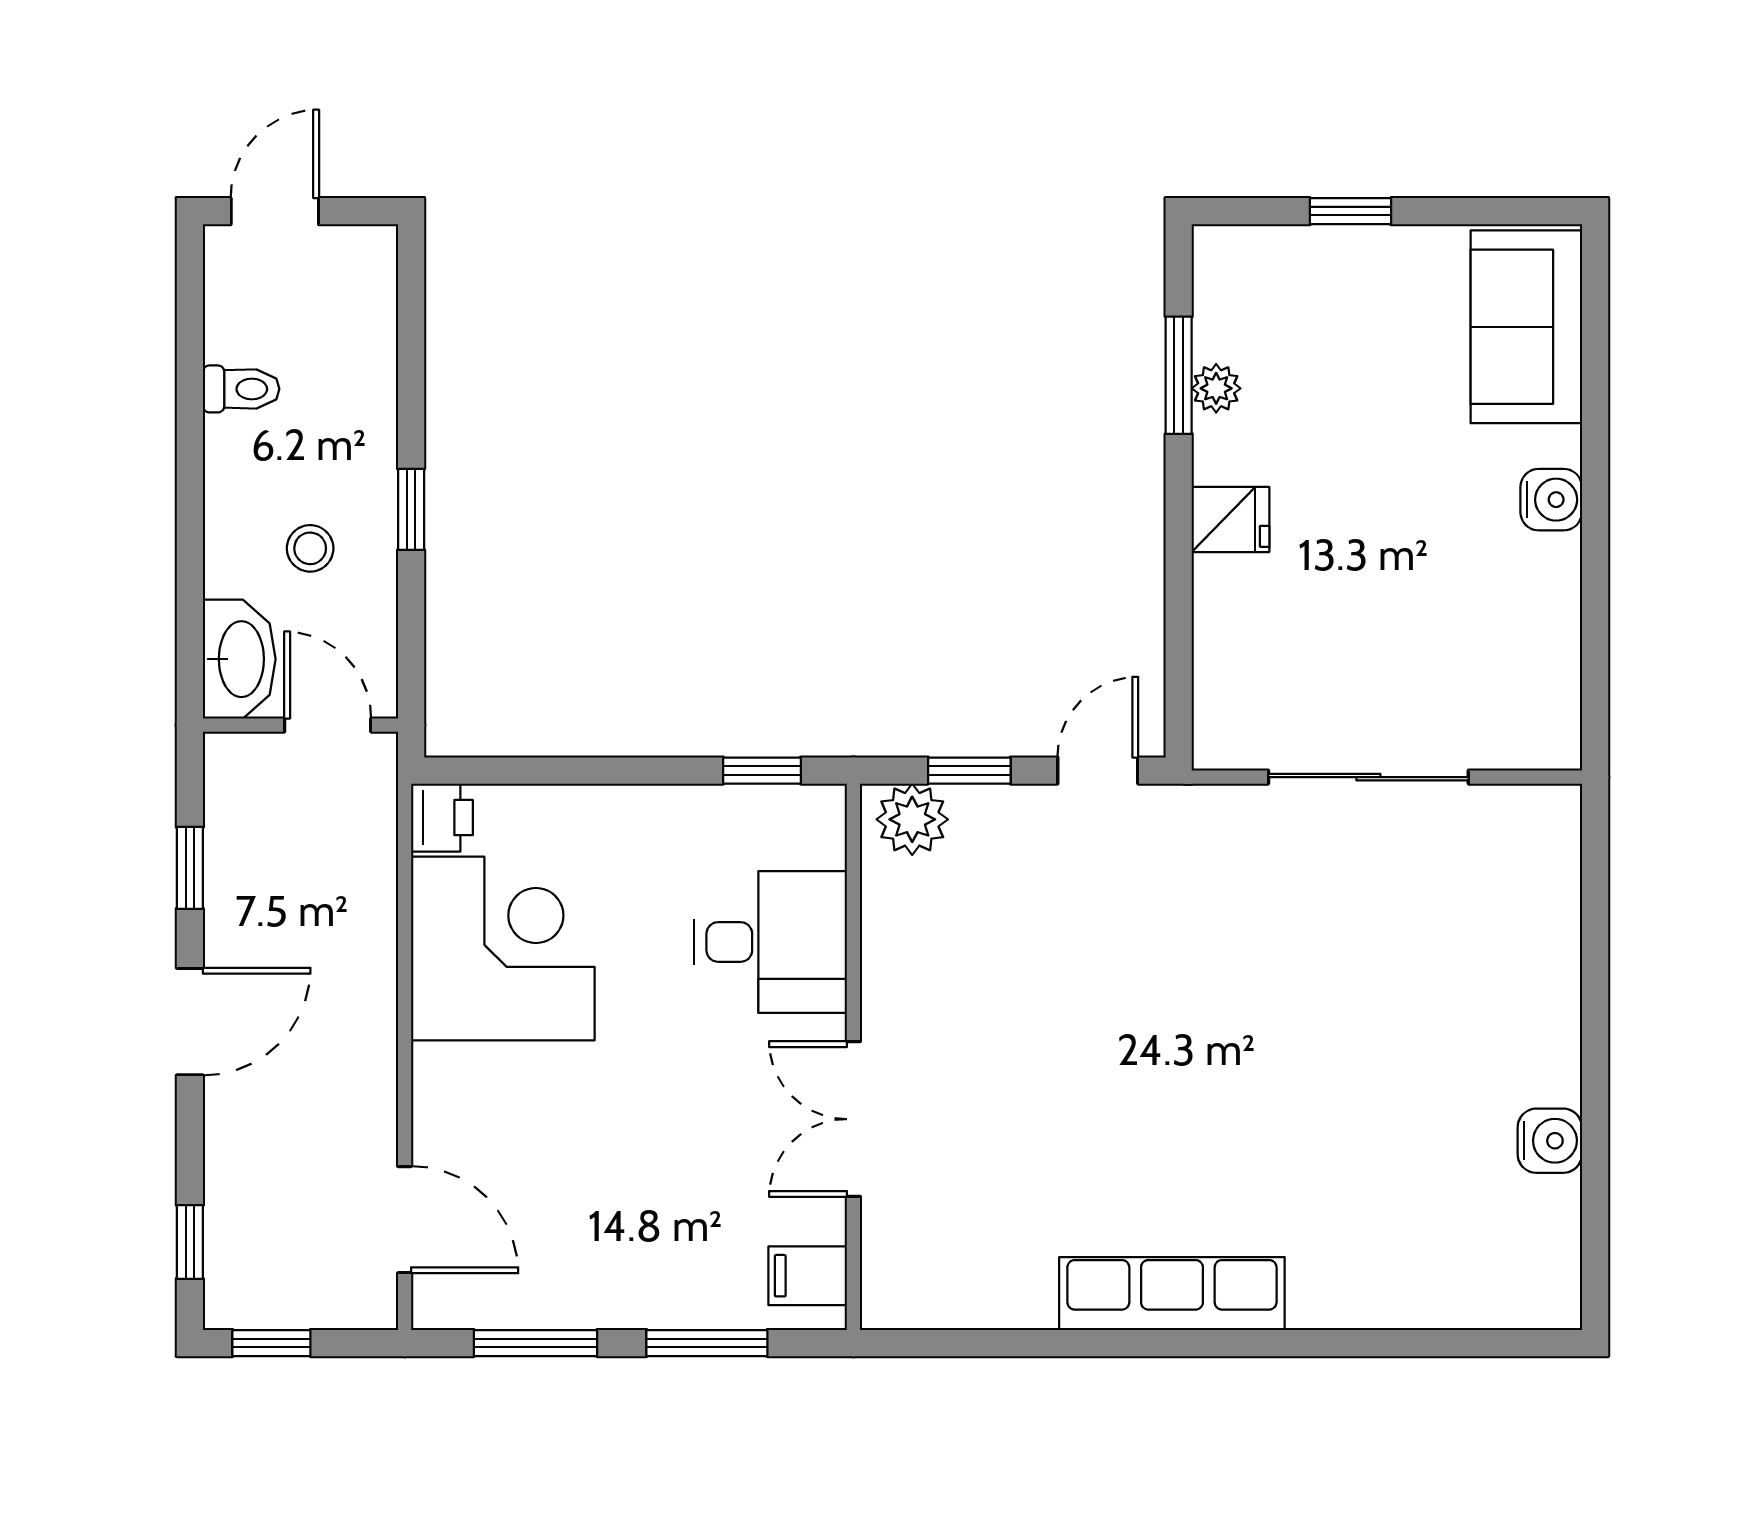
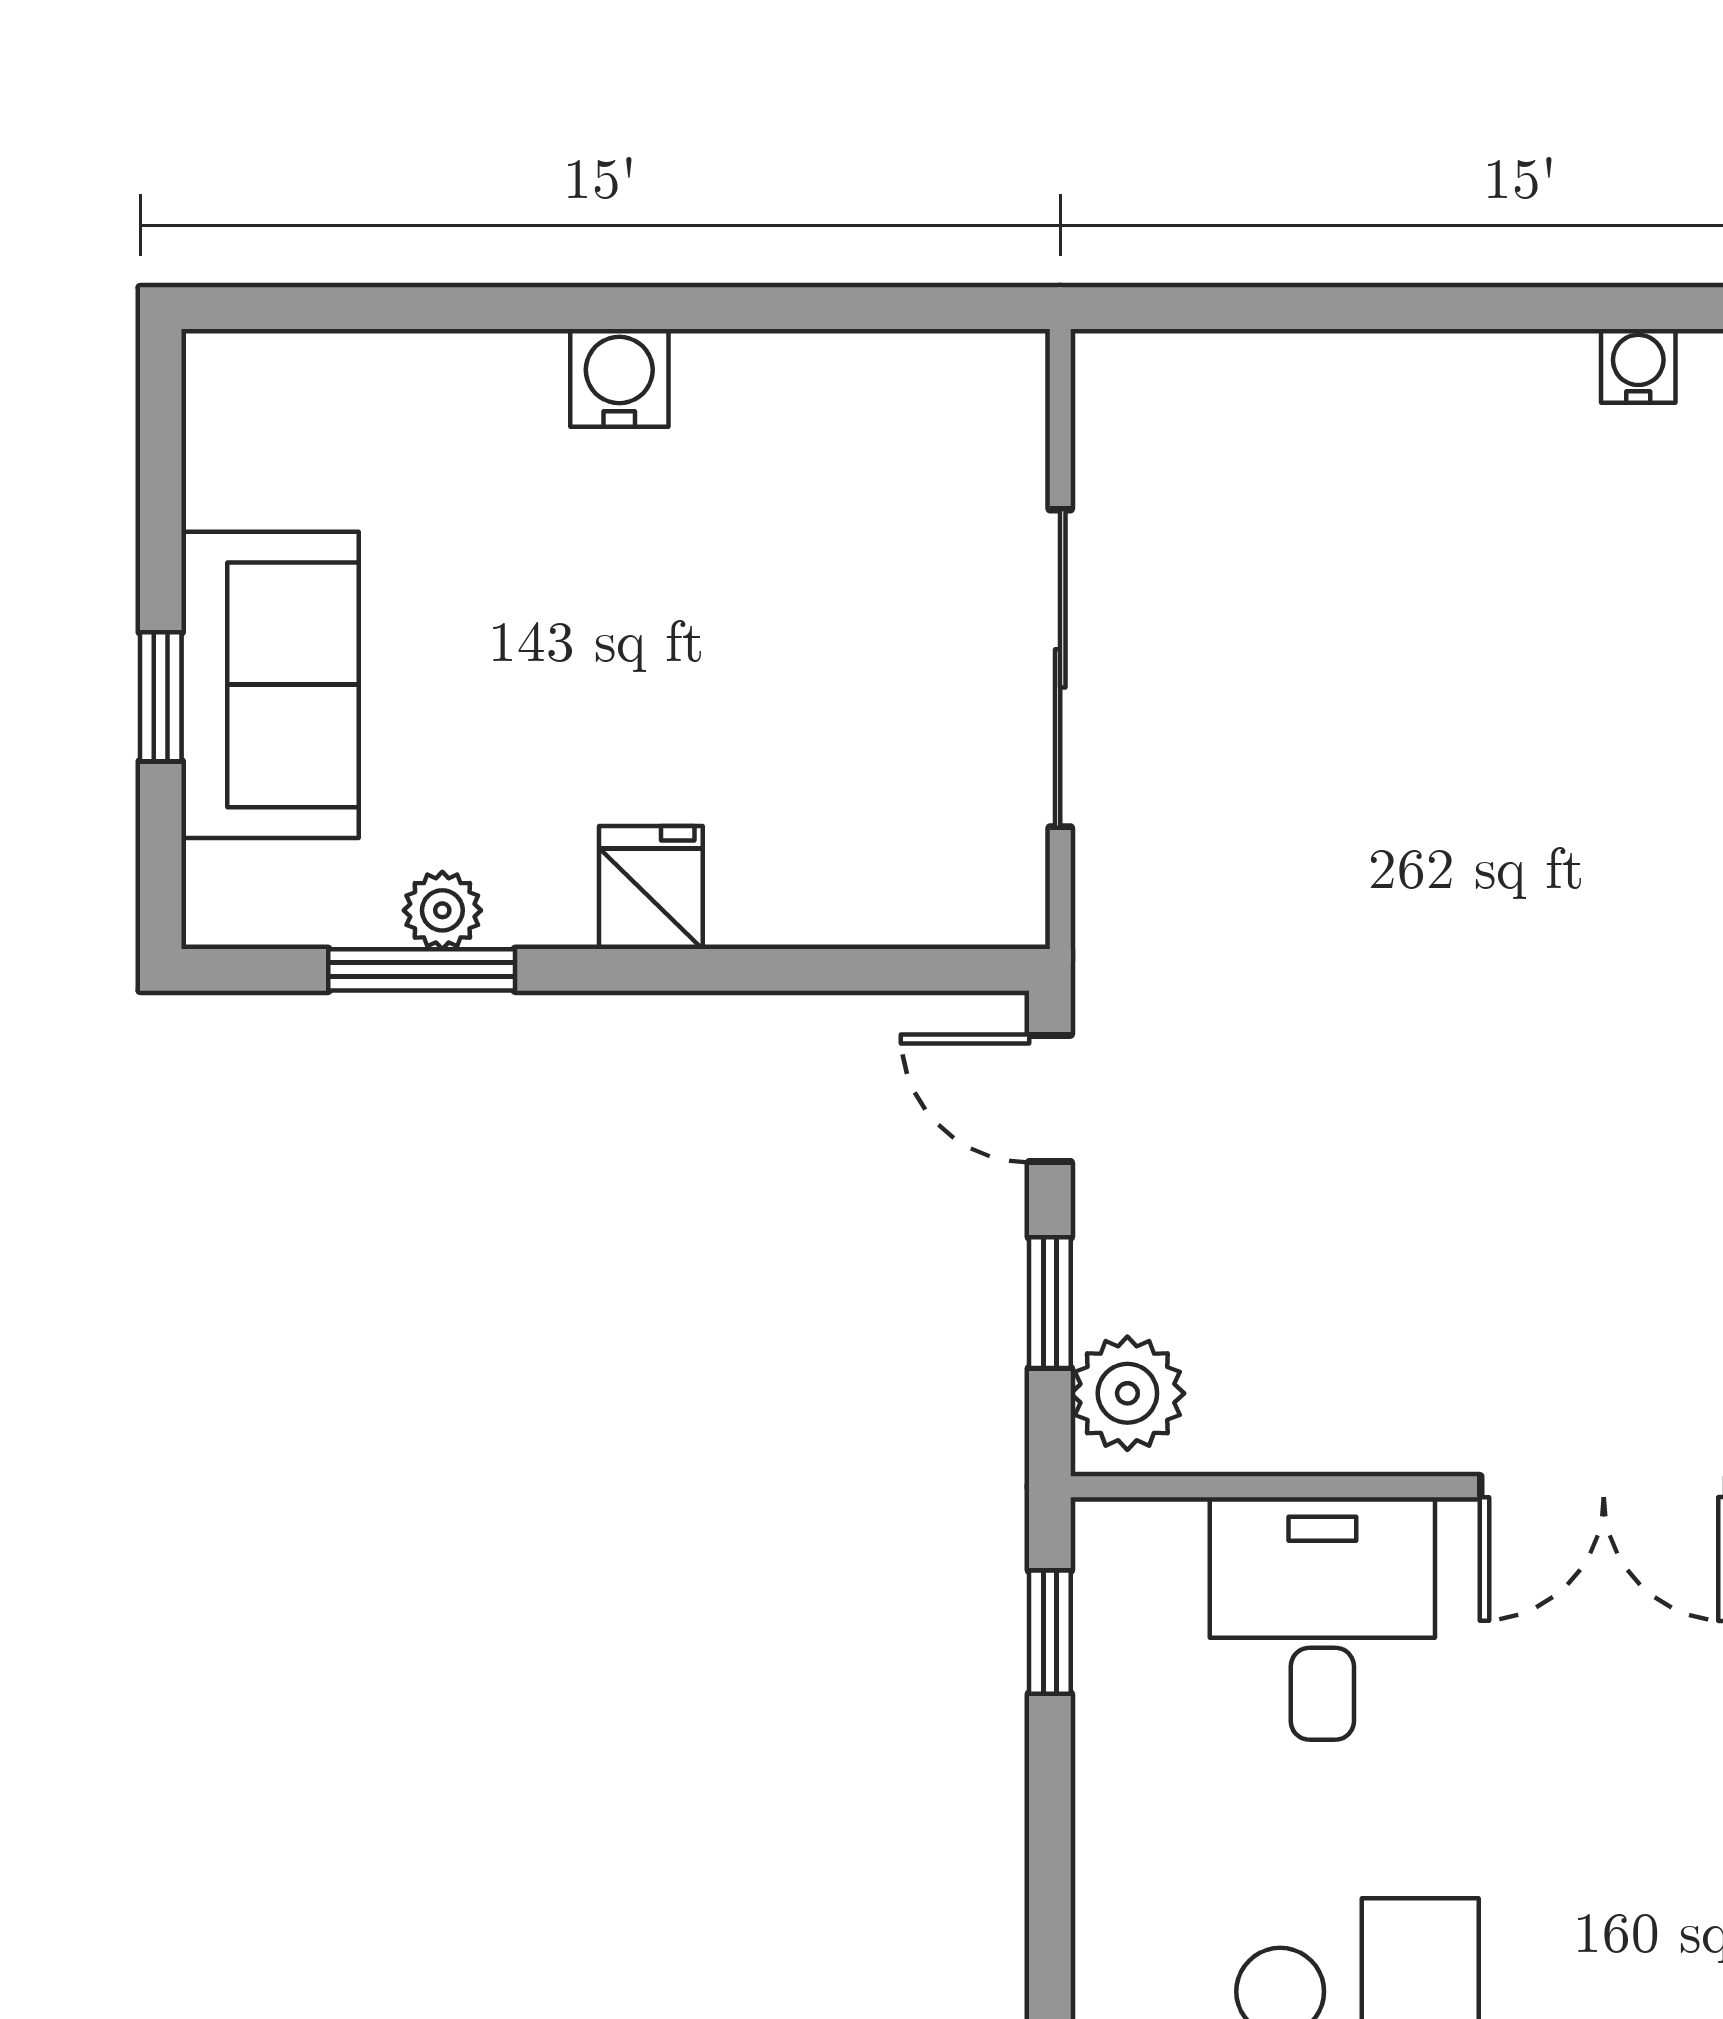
sofa: (1526, 327) -> (270, 685), moved, turned -90
water cooler: (1550, 1141) -> (1638, 366), width x0.72, depth x0.72

